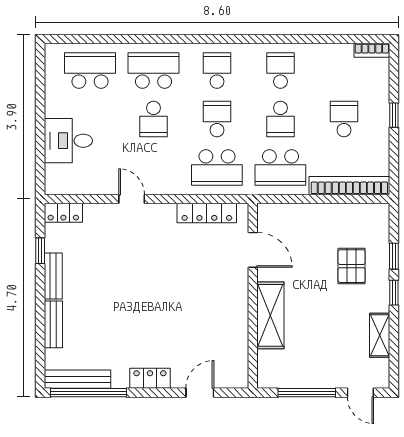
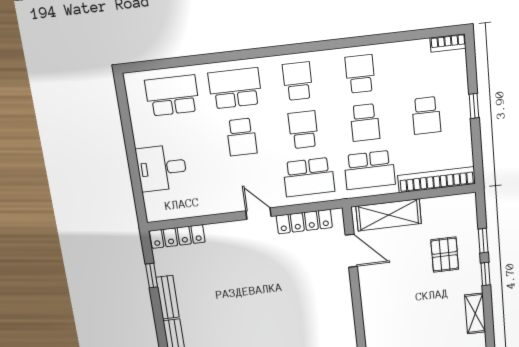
school desk: (344, 119) -> (426, 115), turned 180
door: (132, 199) -> (258, 214), moved
locker: (63, 213) -> (177, 236), width x1.53
shelving: (270, 315) -> (389, 215), moved, turned 90

